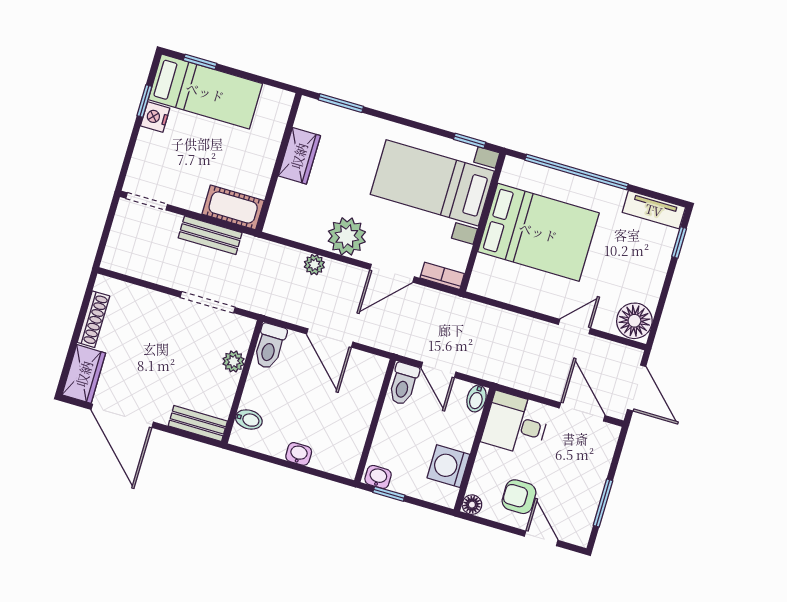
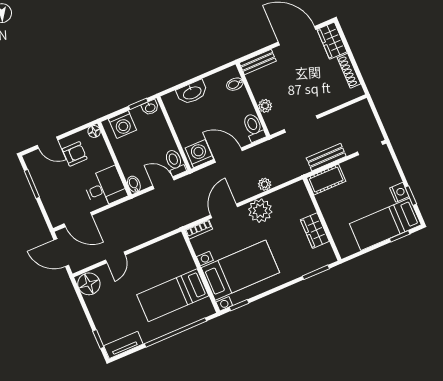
bed: (538, 232) -> (173, 295), width x0.67
washing machine: (364, 370) -> (199, 154), added
washbasin: (299, 454) -> (192, 92), width x1.91, depth x1.45
washing machine: (448, 466) -> (122, 124), moved, turned 90

